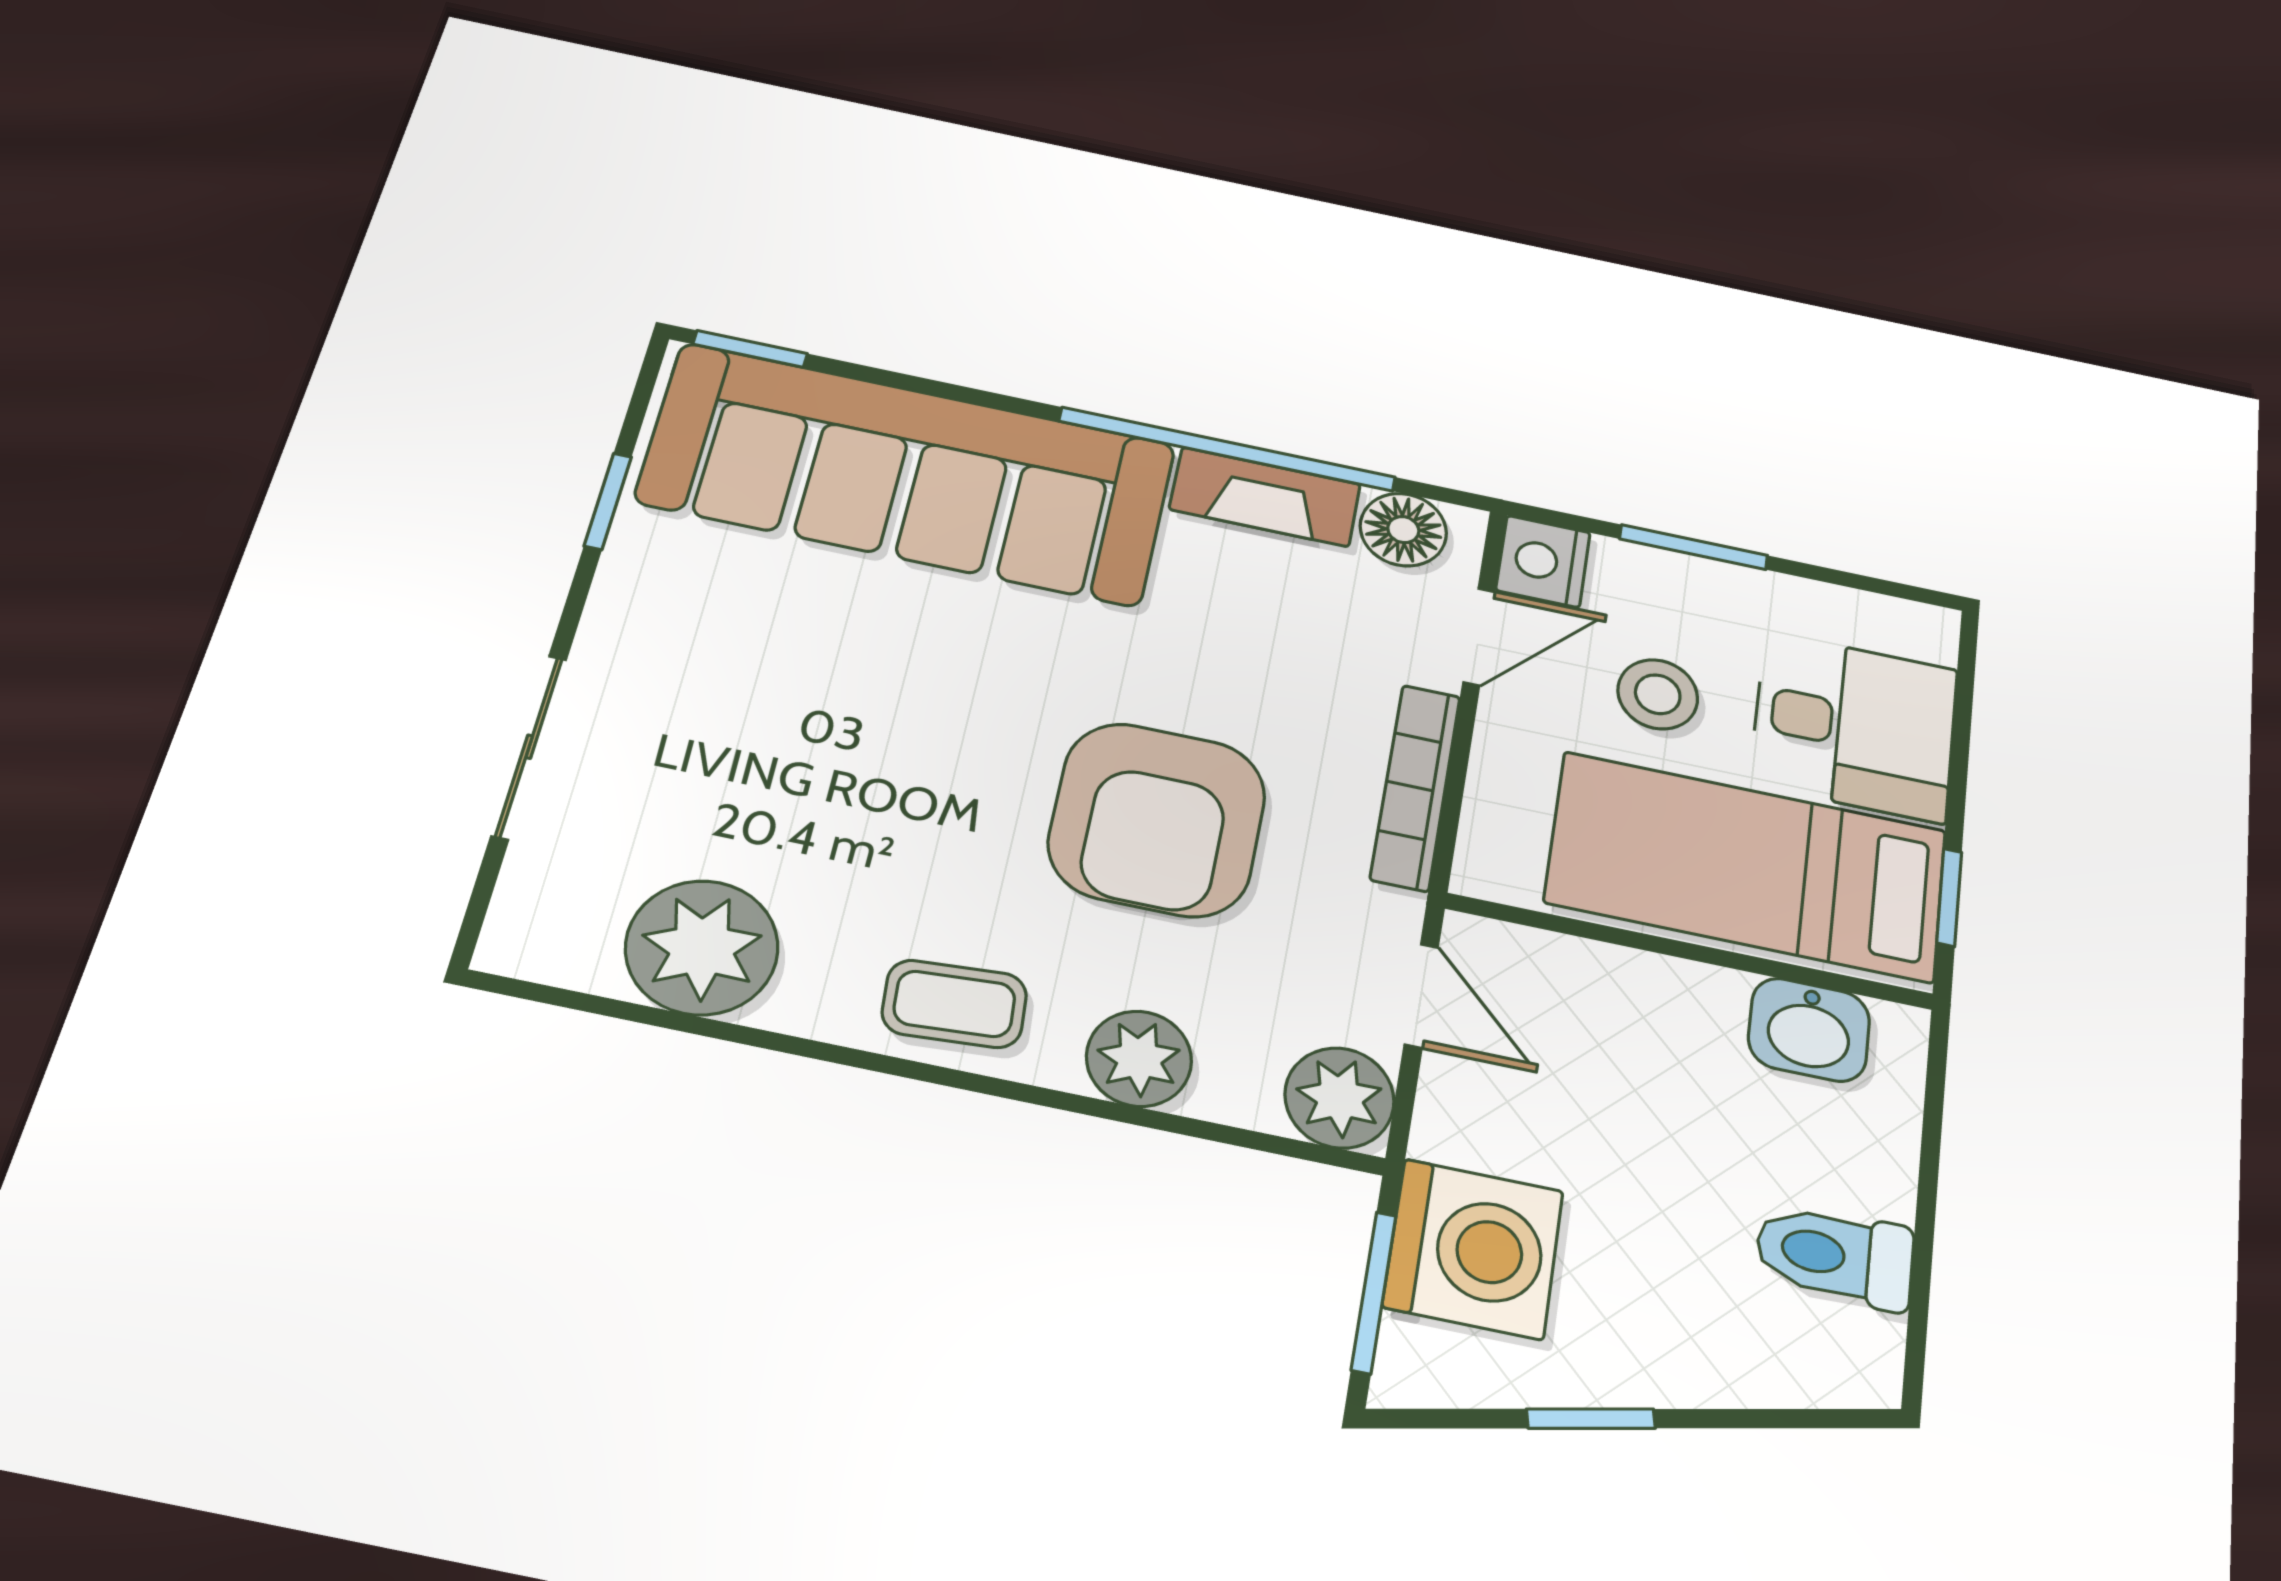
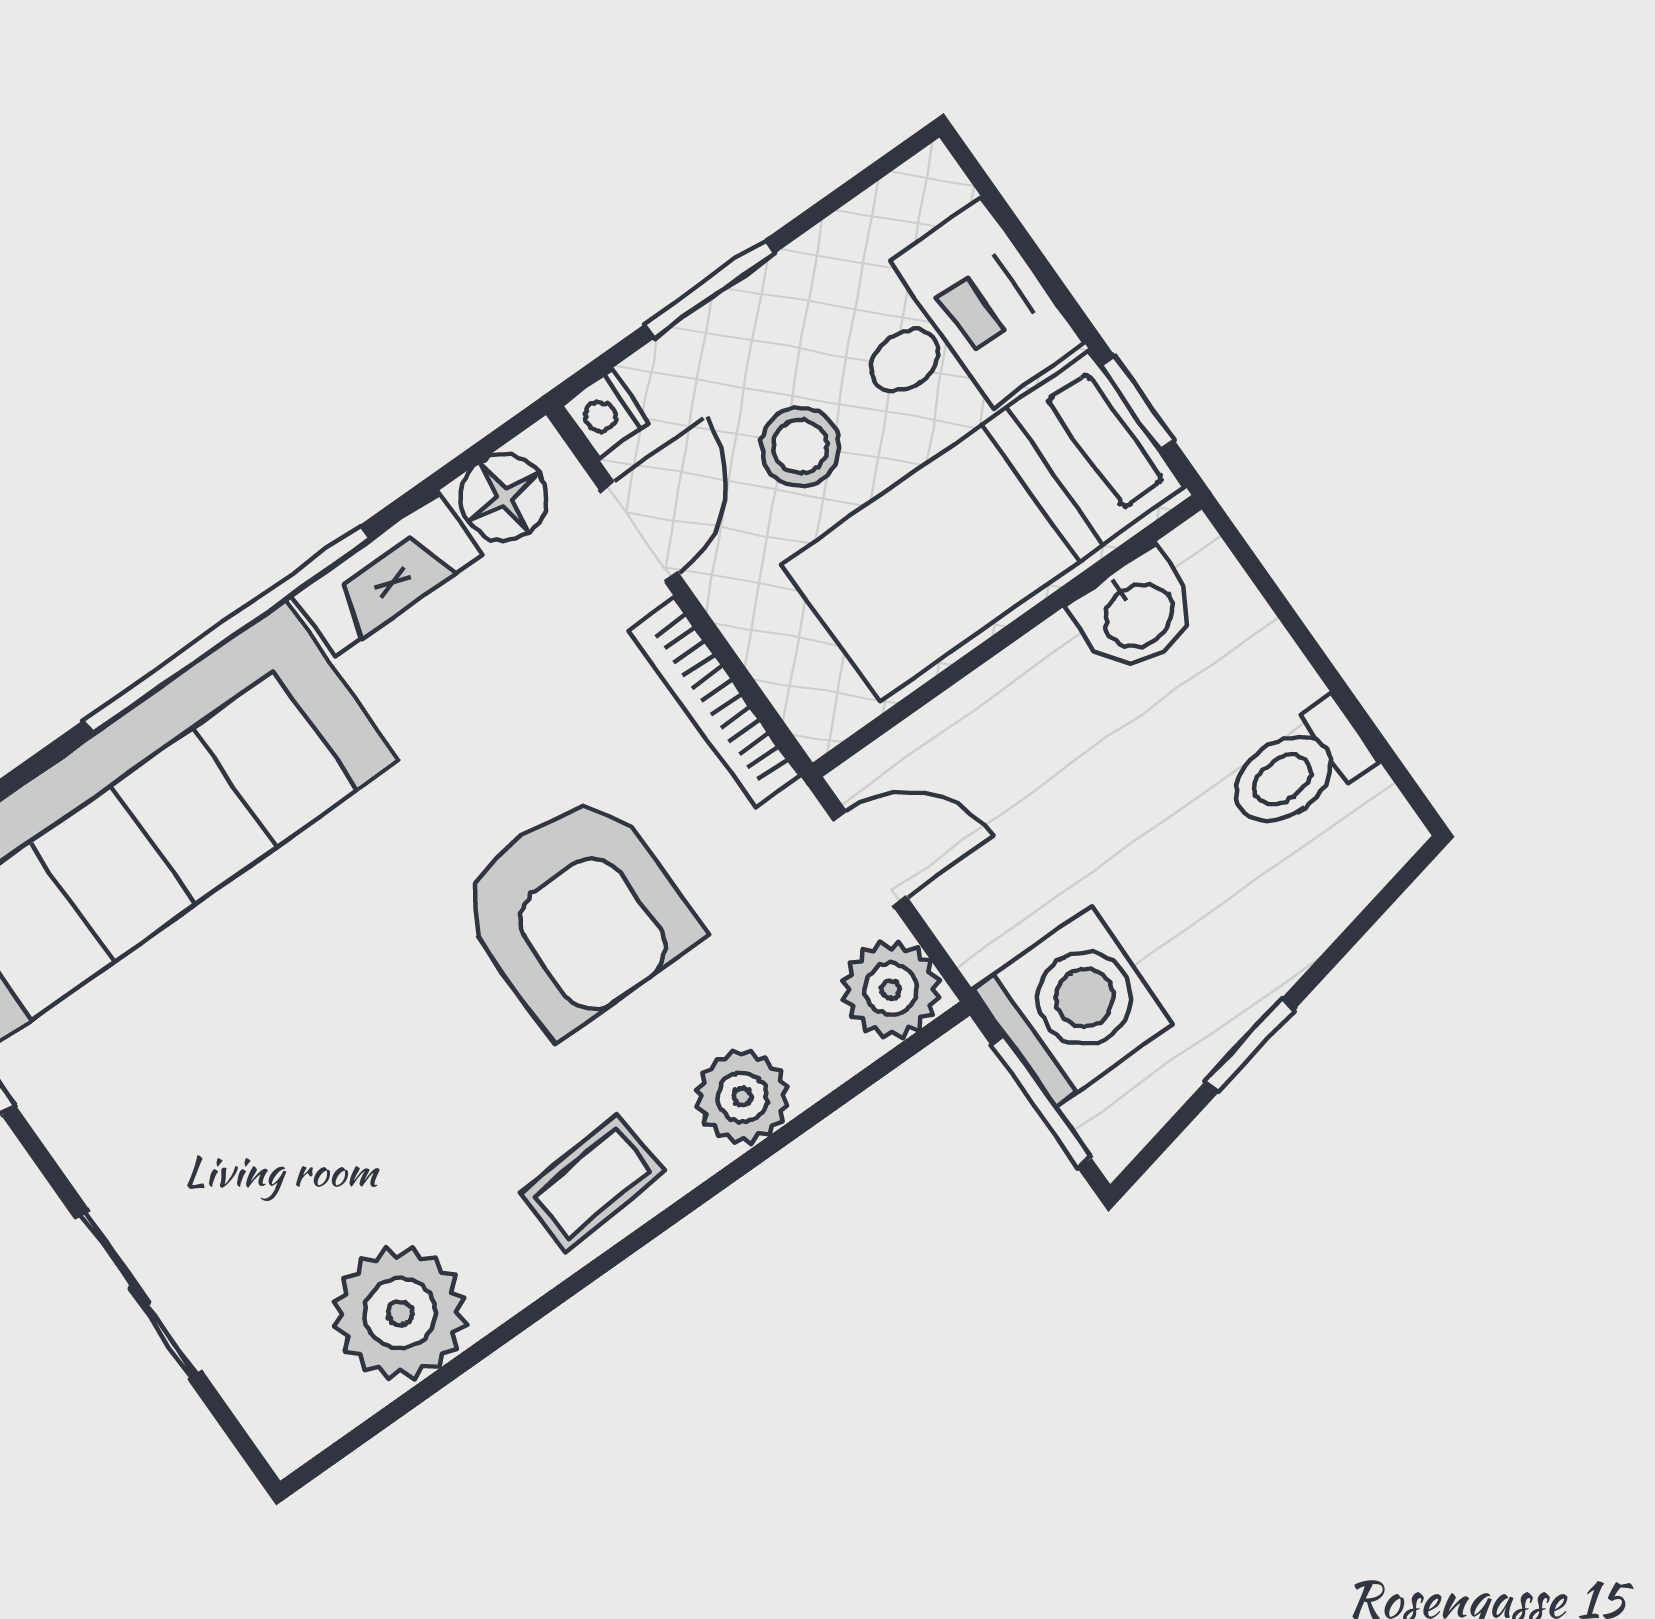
window: (1227, 449) -> (227, 629), moved
nightstand: (1543, 561) -> (605, 414), width x0.72, depth x0.74

